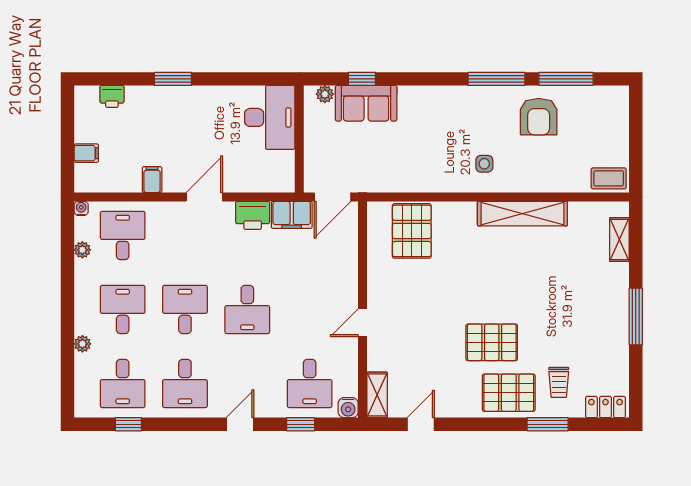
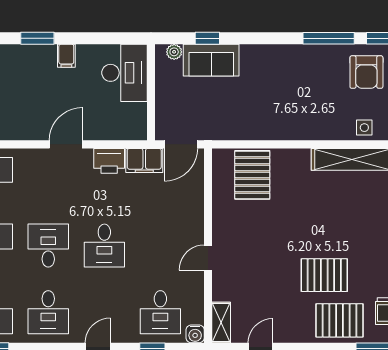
side table: (484, 164) -> (364, 128), moved
filing cabinet: (152, 180) -> (66, 56), moved, turned 180

